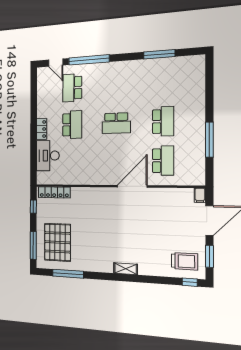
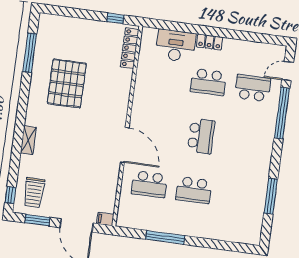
school desk: (116, 123) -> (201, 136), turned 180
pallet: (58, 242) -> (67, 83), moved, turned 90
window: (33, 245) -> (68, 12), removed
shelving: (126, 269) -> (28, 140), moved

